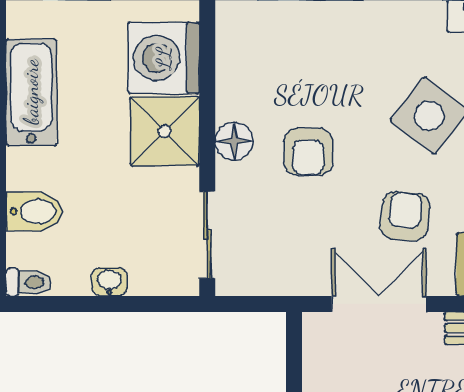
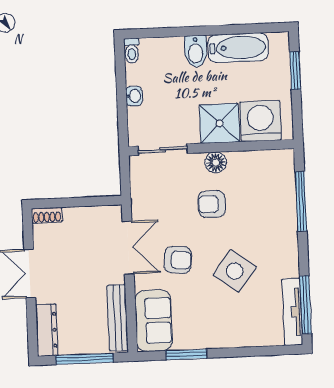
bidet: (34, 211) -> (196, 51), moved

